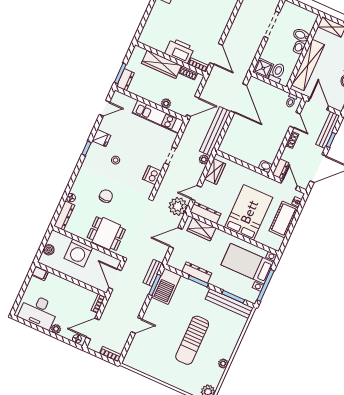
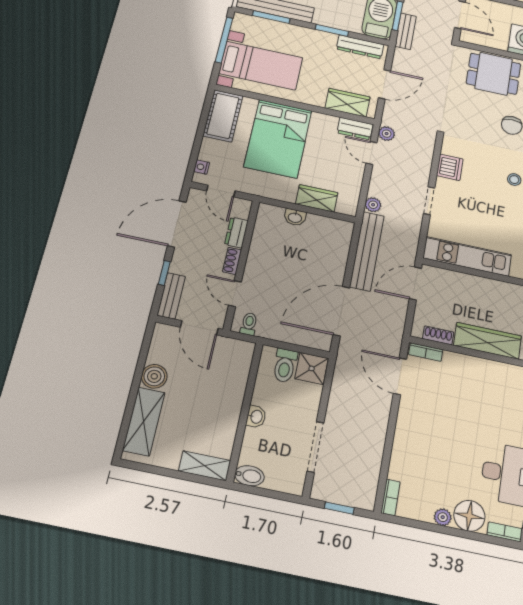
bidet: (301, 35) -> (249, 476), moved
printer: (180, 51) -> (464, 369), removed
shelving: (308, 65) -> (233, 390), removed
door: (239, 98) -> (341, 311), hinge flipped
plant: (166, 103) -> (461, 280), removed
bench: (328, 130) -> (171, 296), width x0.73
washbasin: (265, 167) -> (295, 217), moved
dresser: (281, 169) -> (236, 233), moved
wardrobe: (215, 171) -> (317, 198), moved, turned 90
door: (196, 193) -> (371, 153), swing flipped
plant: (178, 206) -> (387, 134), width x0.53, depth x0.53
dresser: (206, 213) -> (355, 129), width x0.70
cot: (284, 219) -> (223, 116), moved
dresser: (197, 272) -> (360, 47), moved

